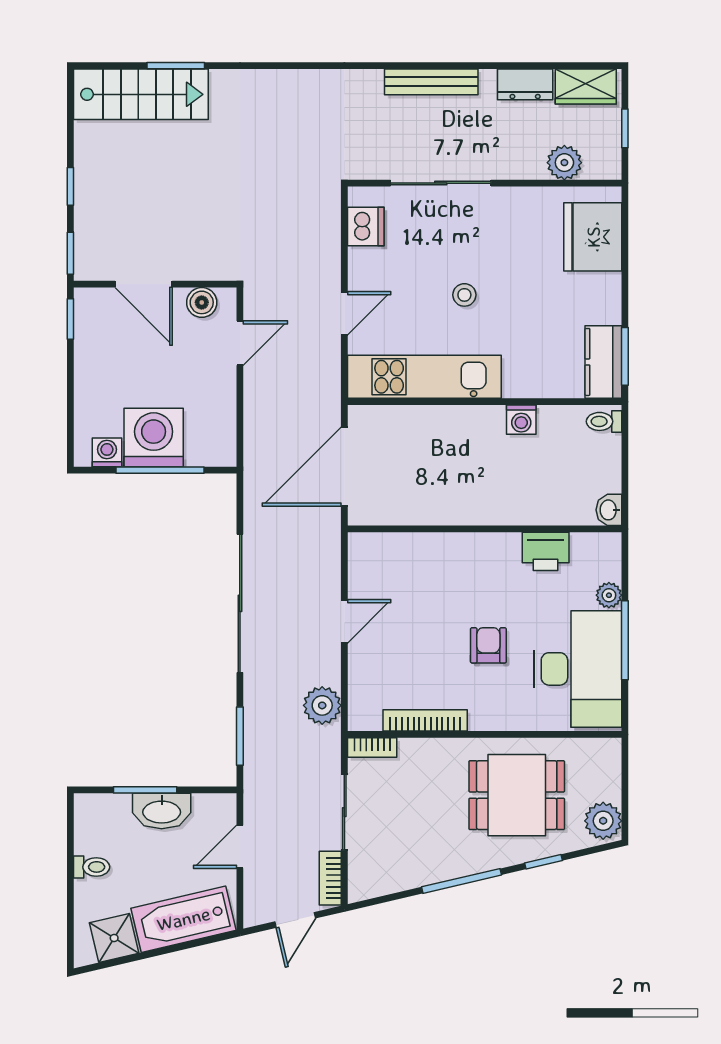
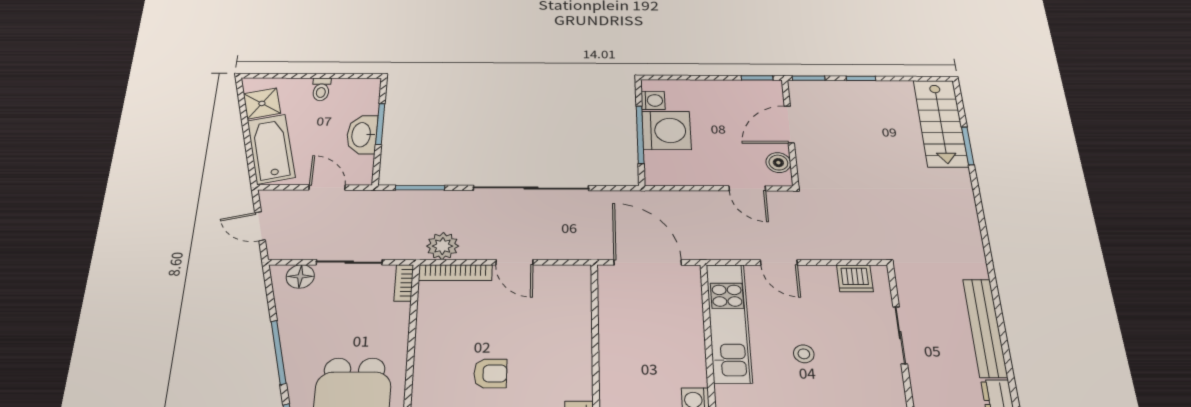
bench: (431, 82) -> (985, 328), width x1.37, depth x1.21
sliding door: (441, 183) -> (900, 335), width x0.73
bookcase: (425, 720) -> (455, 273), moved, turned 90
floor lamp: (364, 866) -> (300, 276), added
bookcase: (330, 878) -> (293, 252), removed

